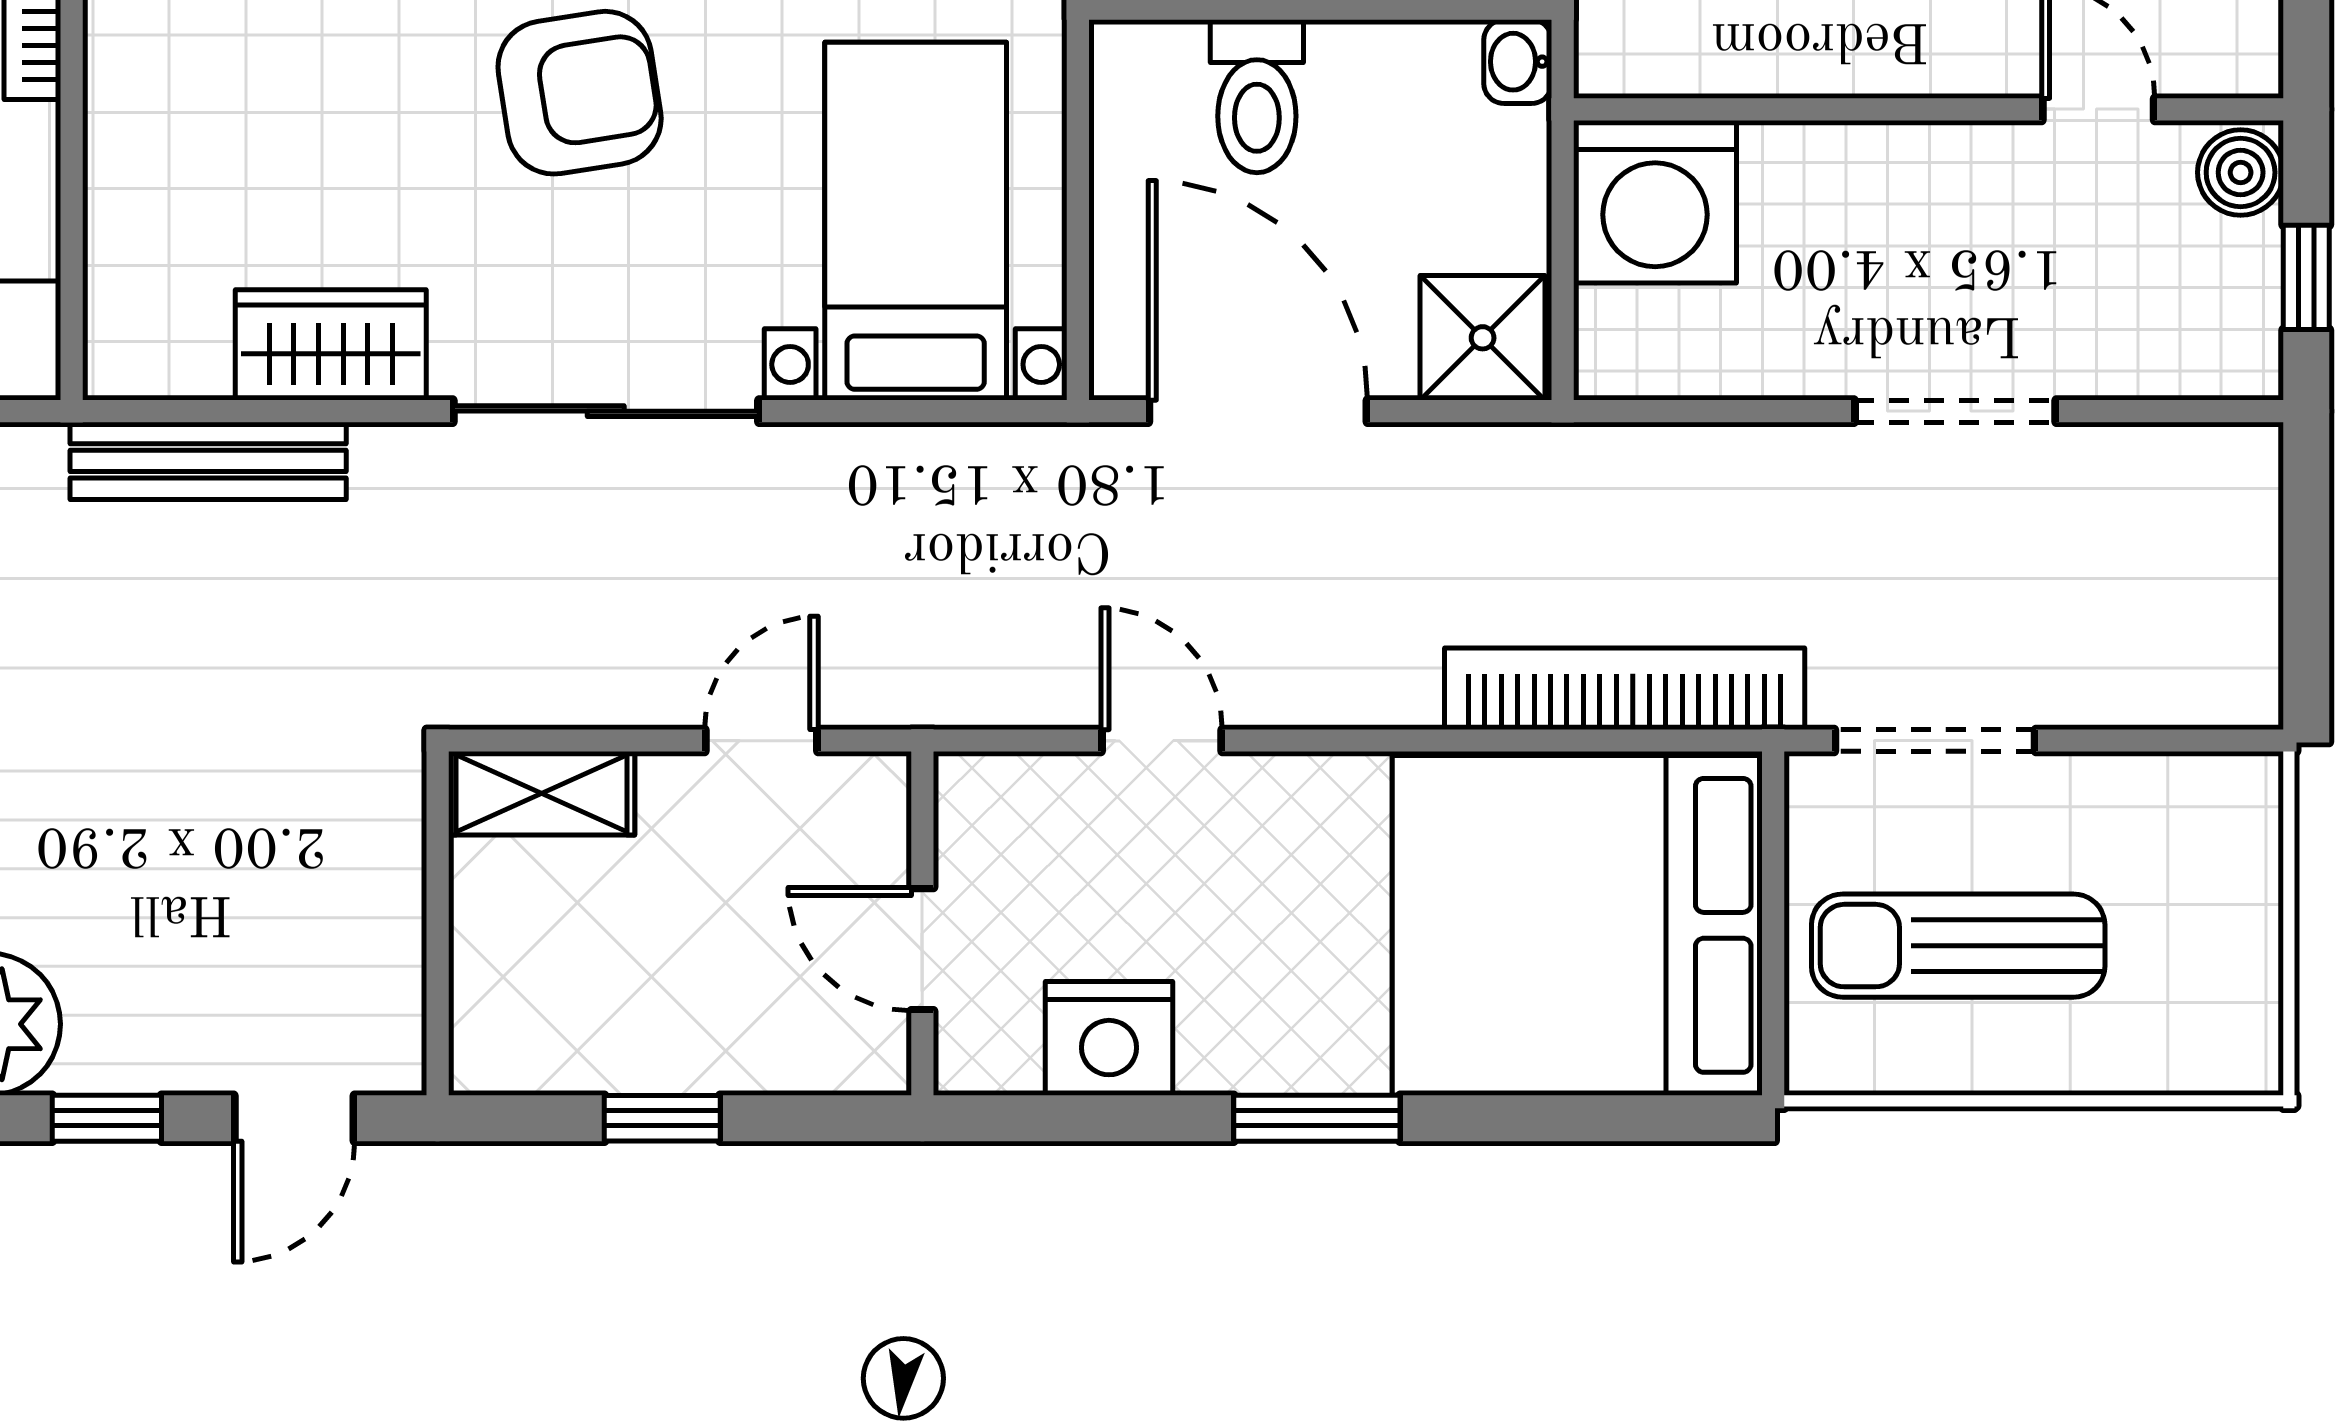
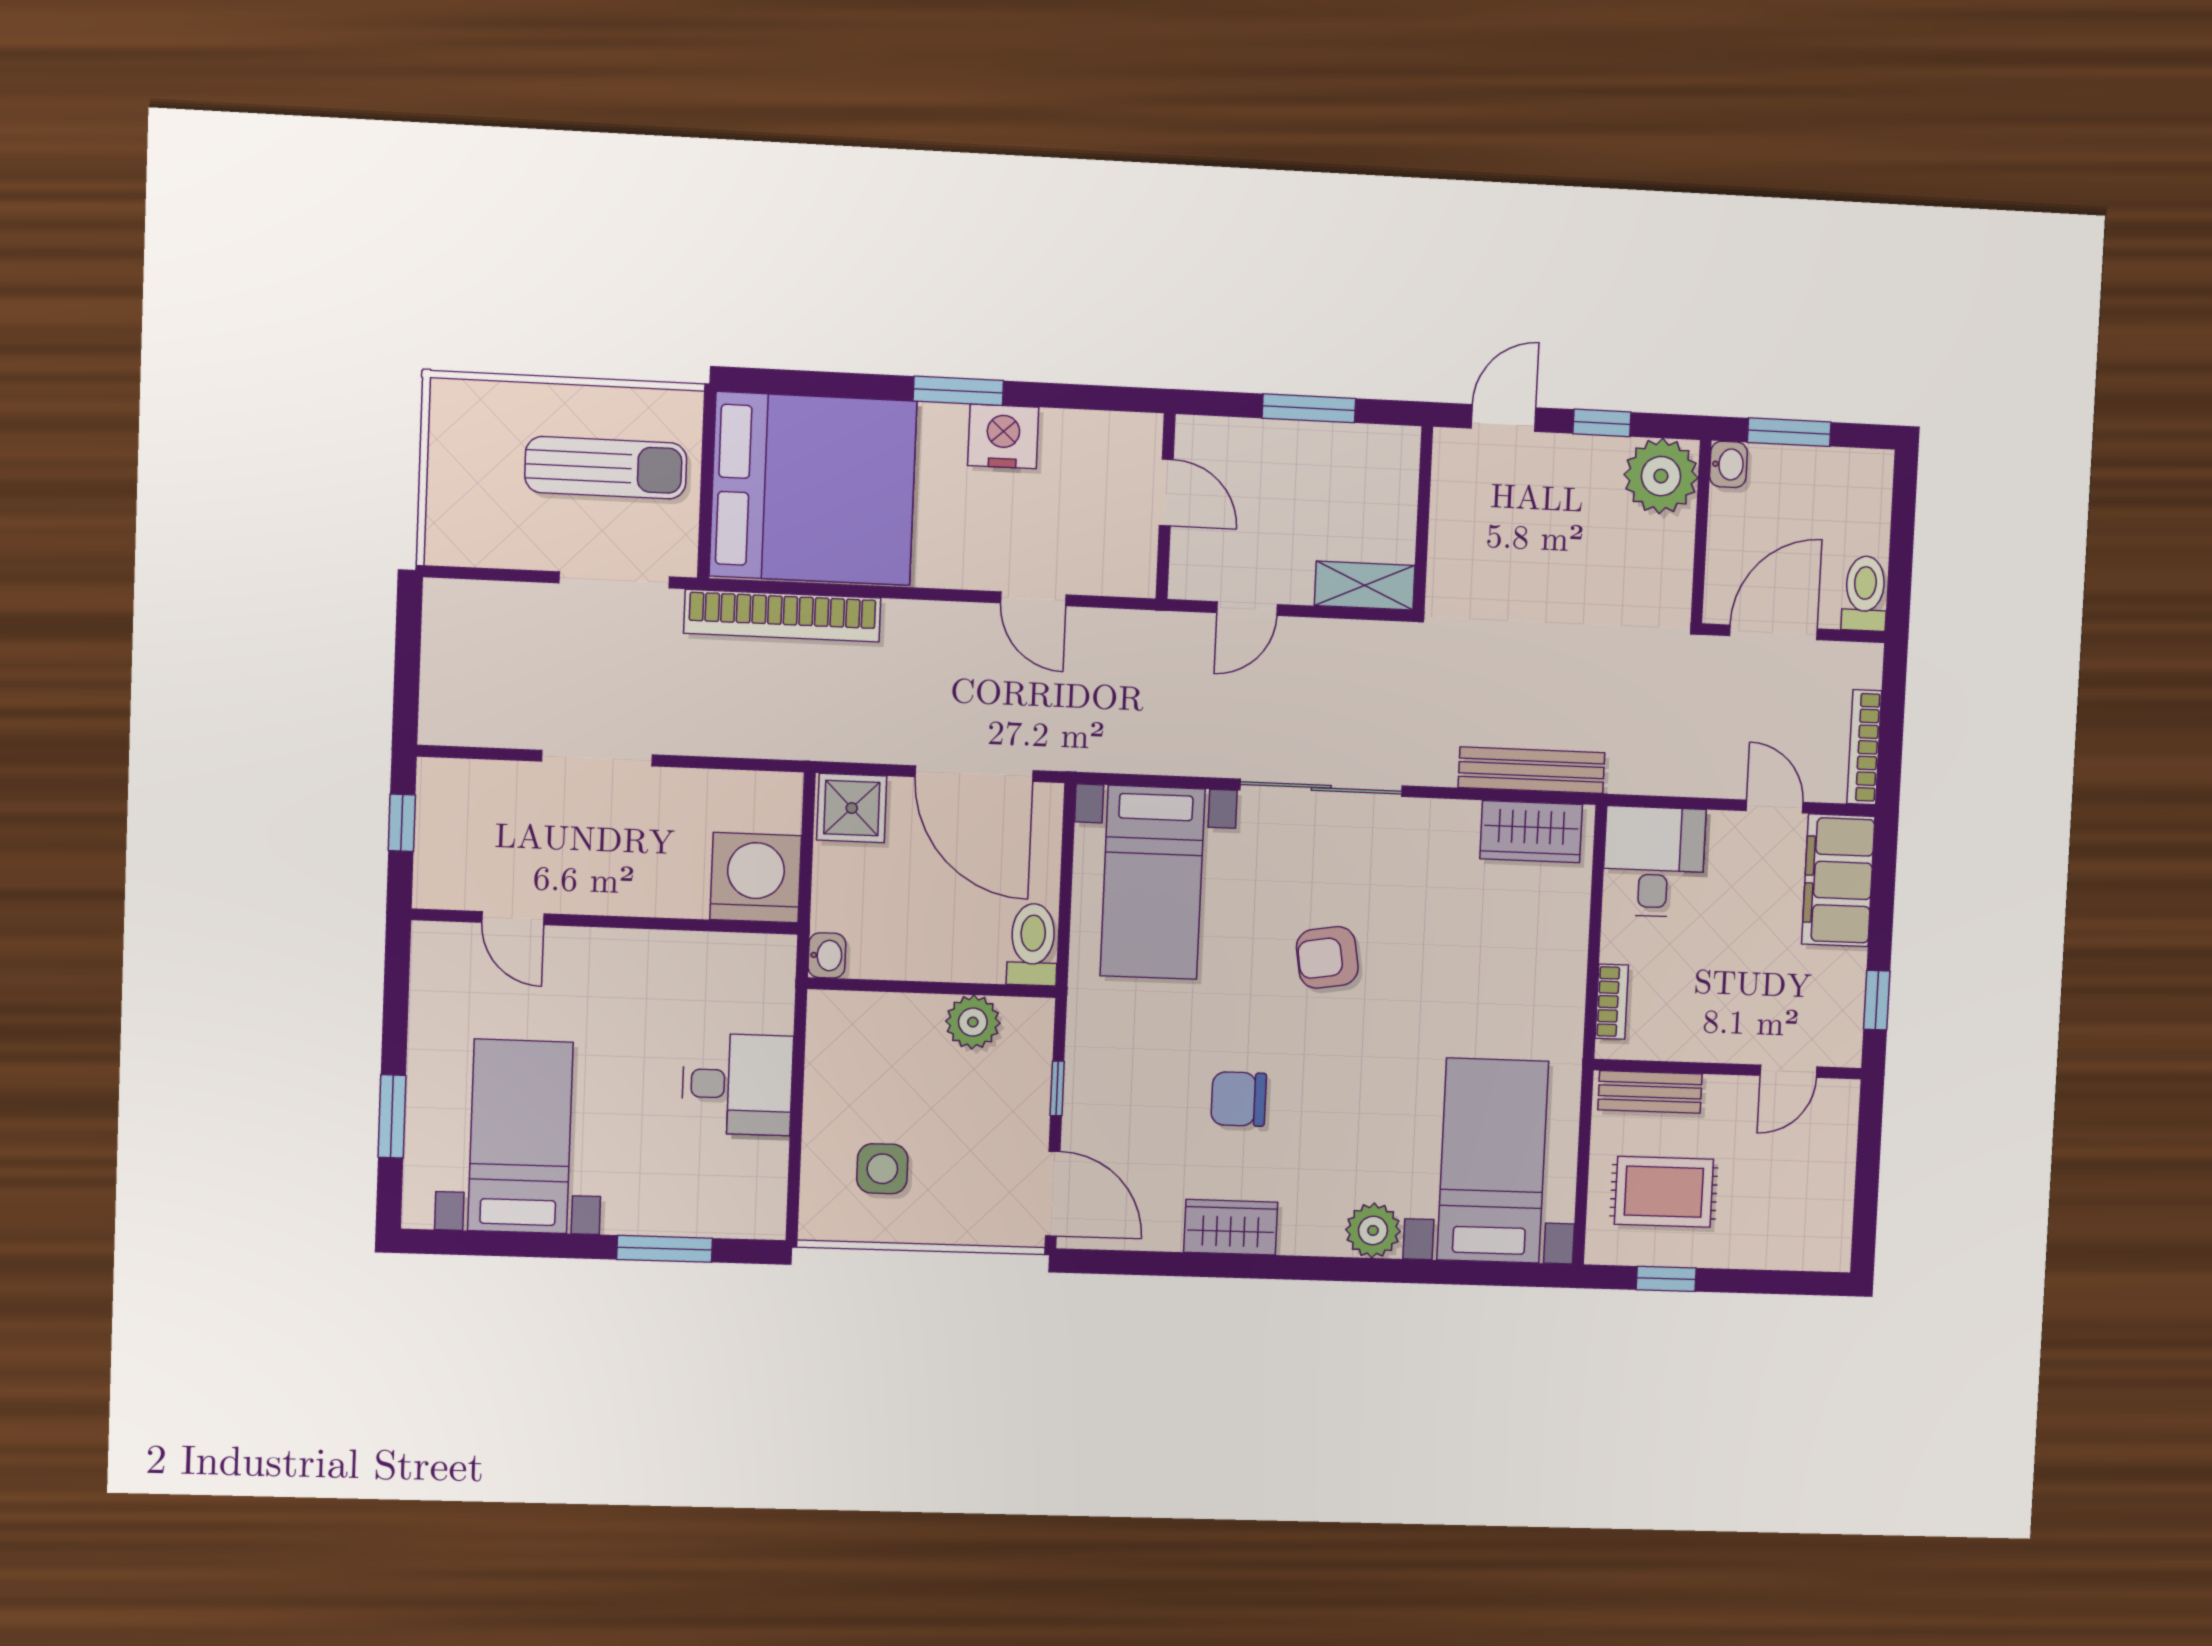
armchair: (580, 93) -> (1327, 957), width x0.72, depth x0.72
toilet: (1257, 96) -> (1033, 945), moved
boiler: (2241, 172) -> (436, 881), removed
wardrobe: (331, 345) -> (1531, 832), moved
nightstand: (1109, 1038) -> (1003, 436), moved
window: (662, 1118) -> (1309, 408), width x1.50

